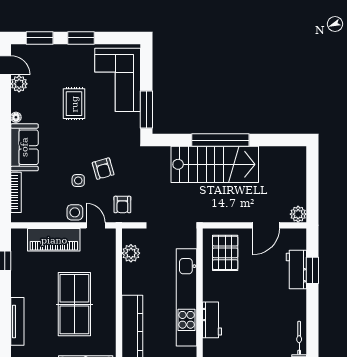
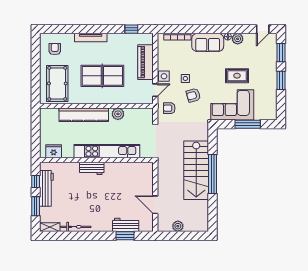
corner sofa: (118, 80) -> (232, 105), moved
plant: (19, 84) -> (238, 39), moved
window: (146, 109) -> (248, 124), moved
plant: (298, 214) -> (178, 226), moved
plant: (131, 253) -> (118, 114), moved
pallet: (225, 253) -> (137, 177), removed

